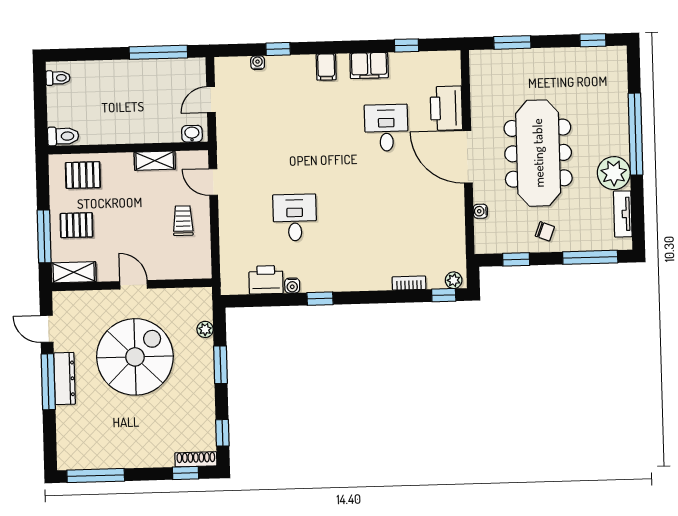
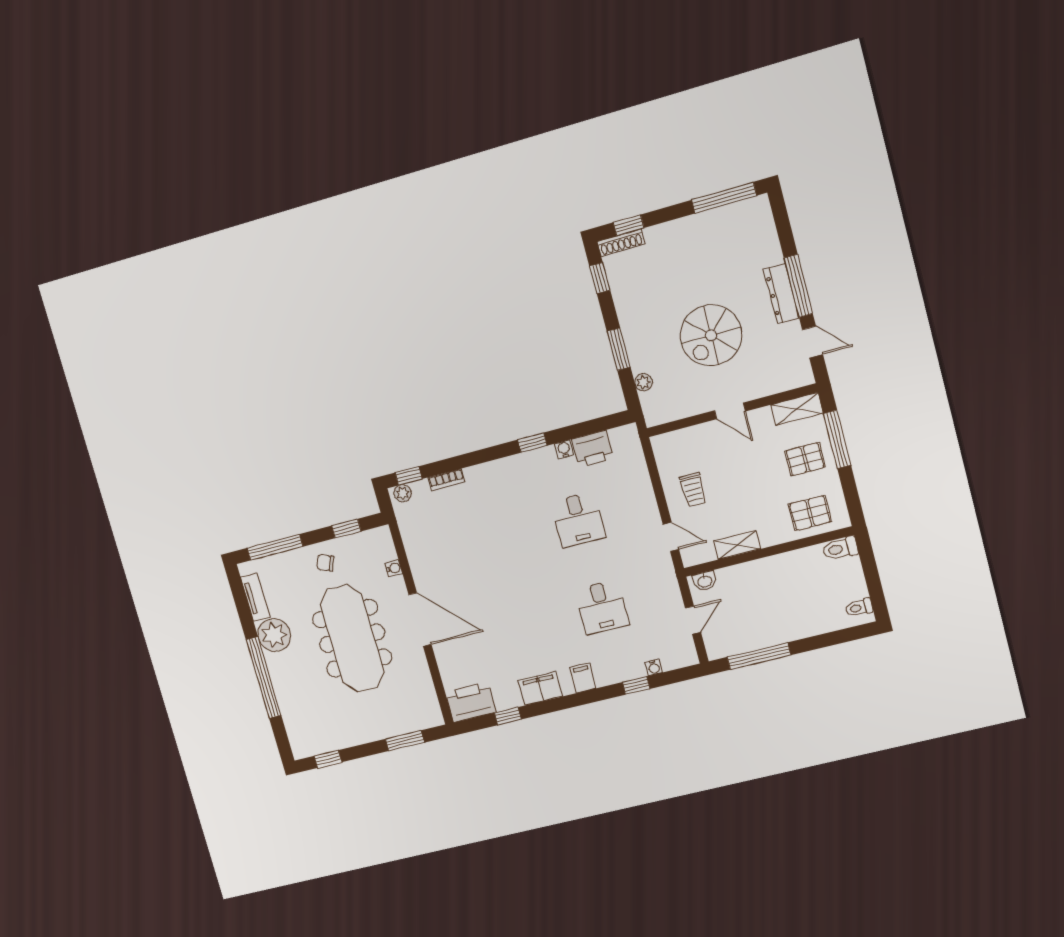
printer: (446, 108) -> (471, 702), moved, turned -90
desk: (386, 128) -> (602, 607), moved
spiral stairs: (135, 357) -> (711, 335), width x0.73, depth x0.73

